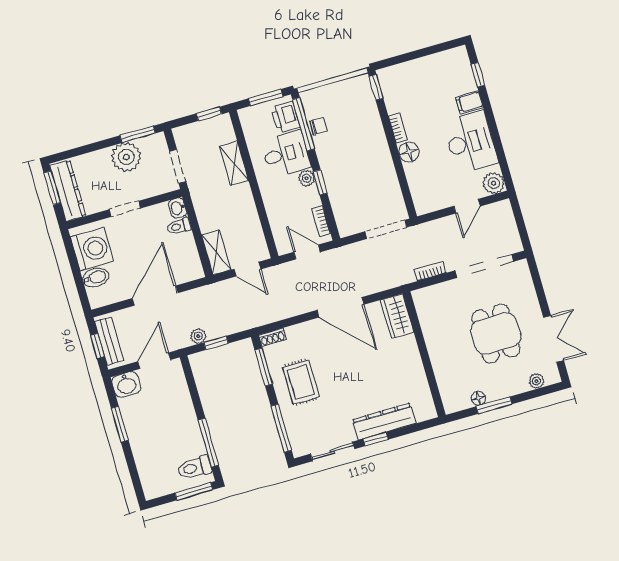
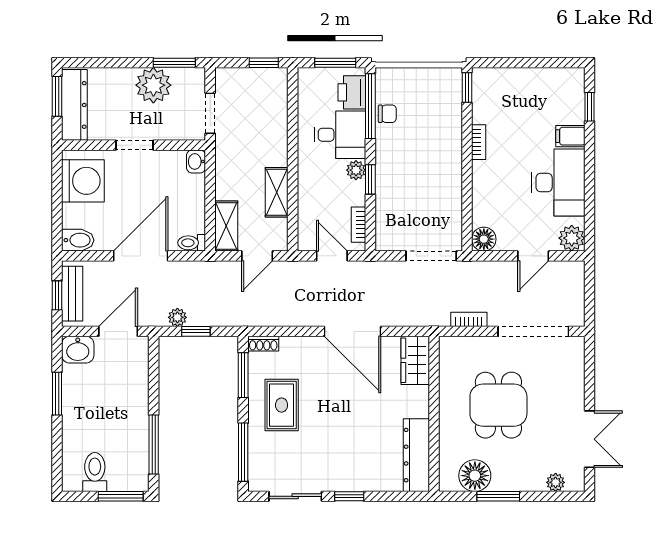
floor lamp: (409, 152) -> (484, 239), moved
shelving: (234, 163) -> (277, 192), moved
toilet: (179, 226) -> (192, 243), moved
door: (247, 269) -> (257, 256), hinge flipped
bidet: (96, 277) -> (78, 240), moved
dining table: (496, 333) -> (498, 405), moved
floor lamp: (478, 398) -> (475, 476), width x1.89, depth x1.89
dresser: (384, 421) -> (416, 455), moved, turned -90
toilet: (195, 468) -> (95, 472), moved, turned 90

